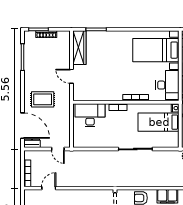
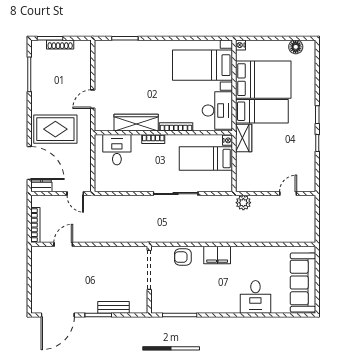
wardrobe: (79, 48) -> (136, 123), moved, turned -90
door: (71, 76) -> (93, 99), hinge flipped
rug: (43, 99) -> (55, 129), width x1.36, depth x1.43
desk: (90, 115) -> (117, 150), width x0.73

